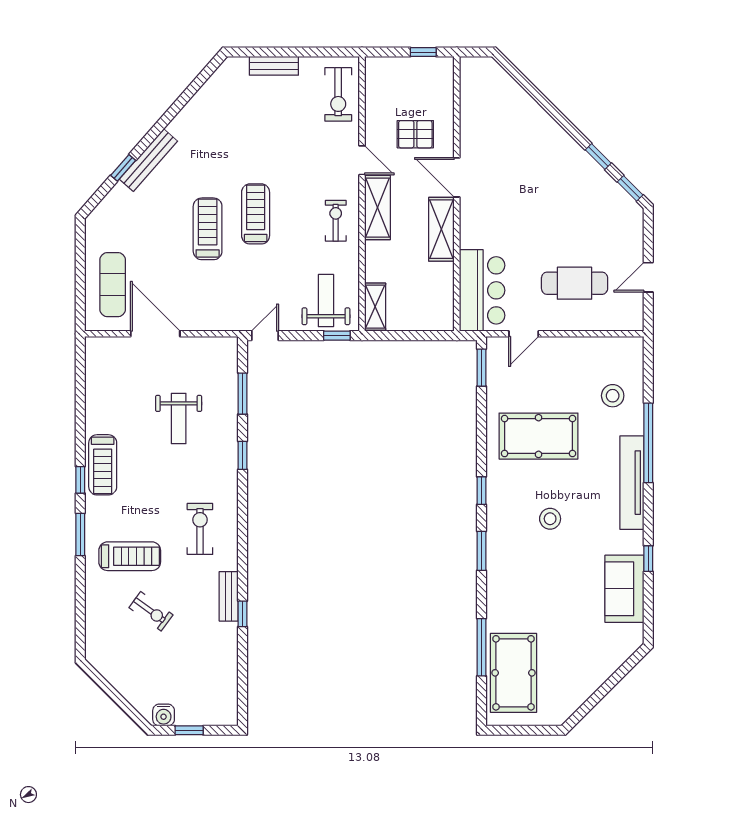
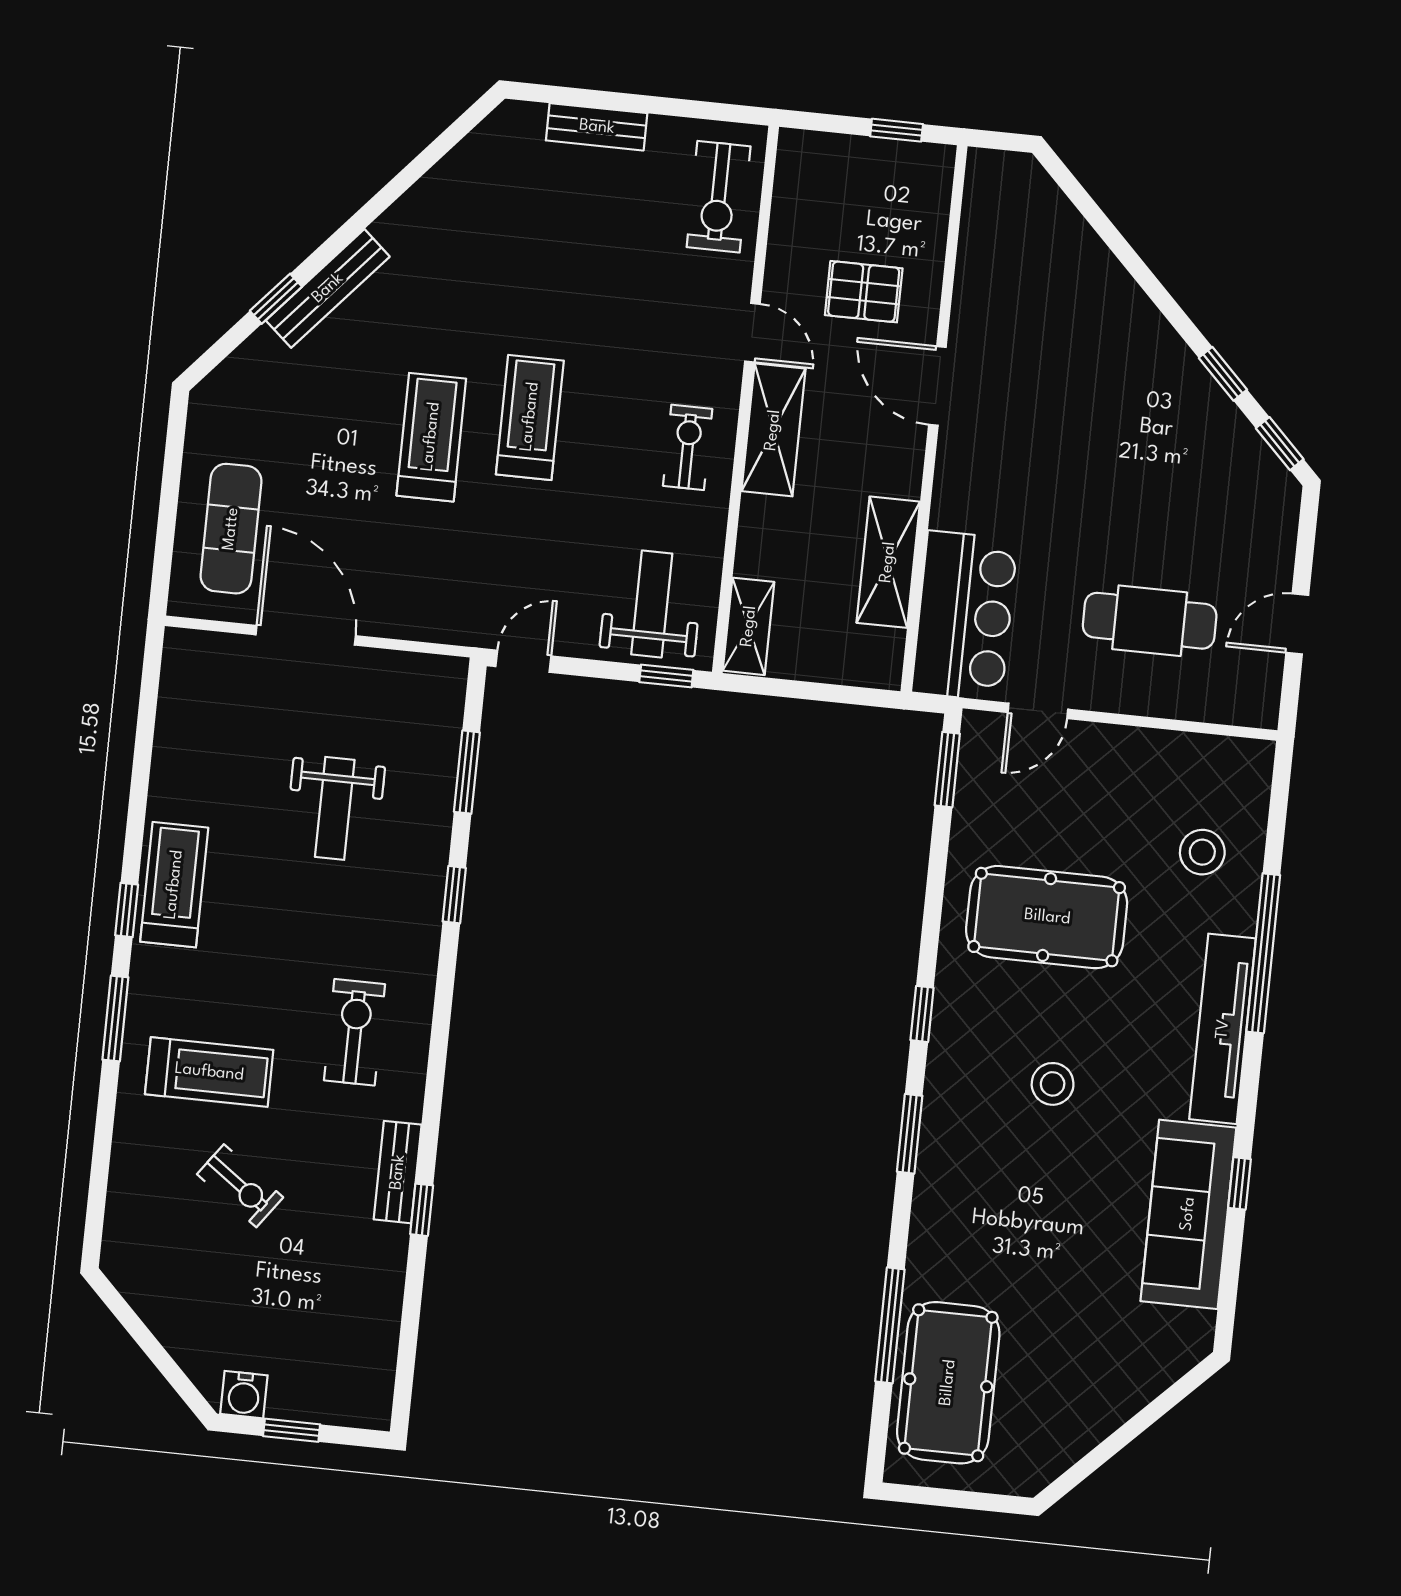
shelving: (441, 229) -> (888, 562), moved
treadmill: (103, 465) -> (174, 885), turned 180
sofa: (624, 589) -> (1188, 1214), width x1.36

